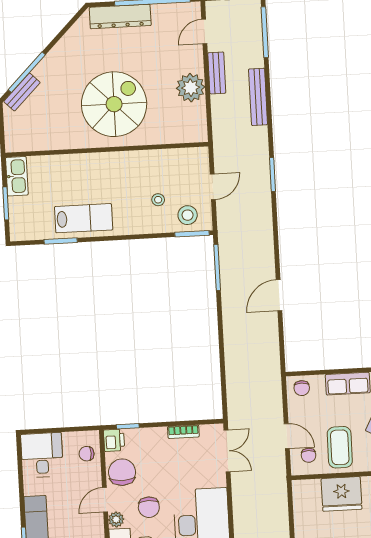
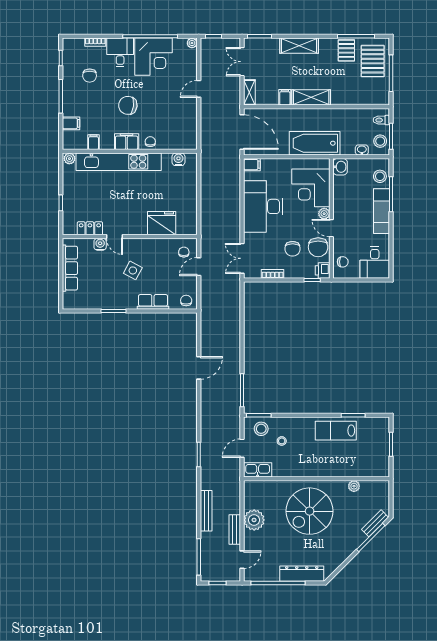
plant: (54, 142) -> (354, 486), added
kitchen sink: (17, 176) -> (258, 470), moved, turned 90
door: (287, 436) -> (199, 267), hinge flipped
coffee table: (340, 447) -> (161, 257), removed
door: (105, 500) -> (331, 228), swing flipped
chair: (149, 507) -> (293, 249), moved, turned 180

